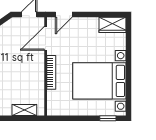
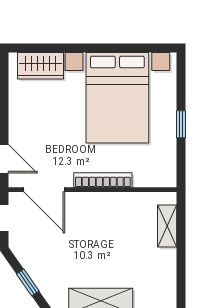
wardrobe: (113, 25) -> (41, 66), moved, turned 90
window: (108, 118) -> (181, 124), moved

